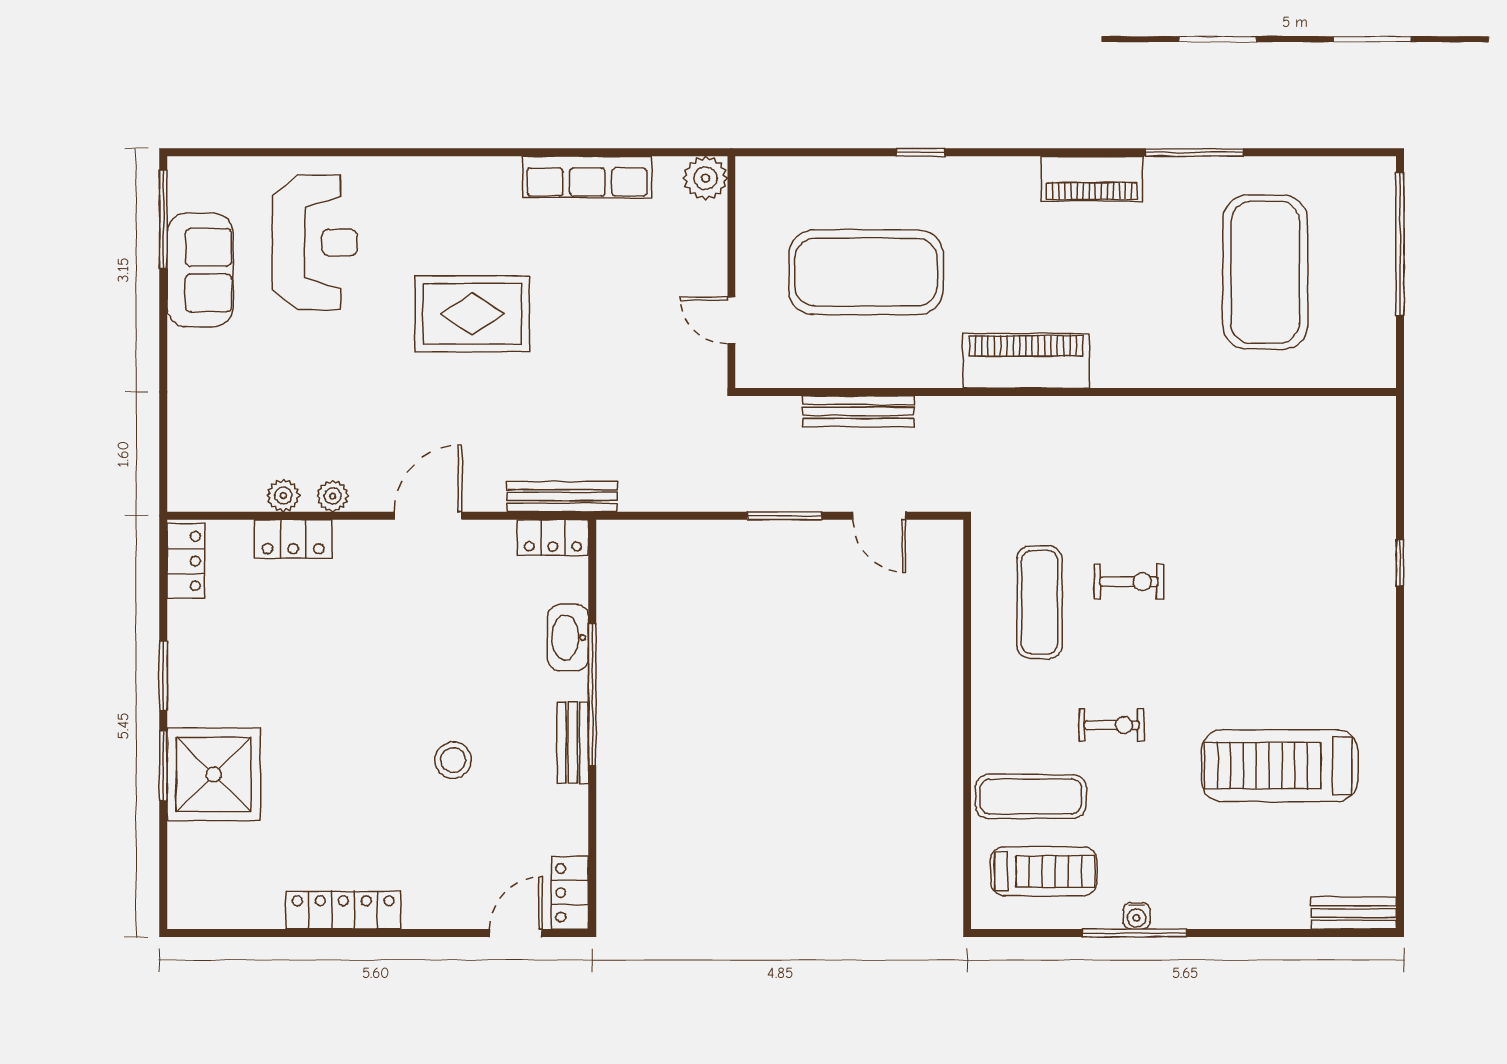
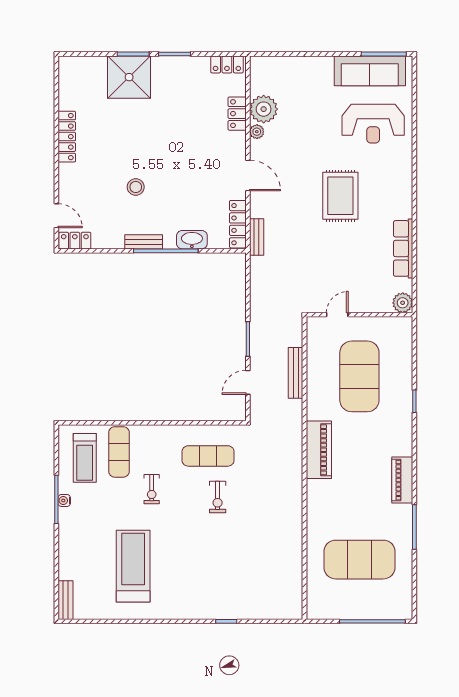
sofa: (200, 270) -> (370, 71), width x1.36
plant: (283, 496) -> (264, 109), width x1.88, depth x1.88
bench: (562, 496) -> (257, 237), width x0.73
locker: (553, 537) -> (238, 224), width x1.53

